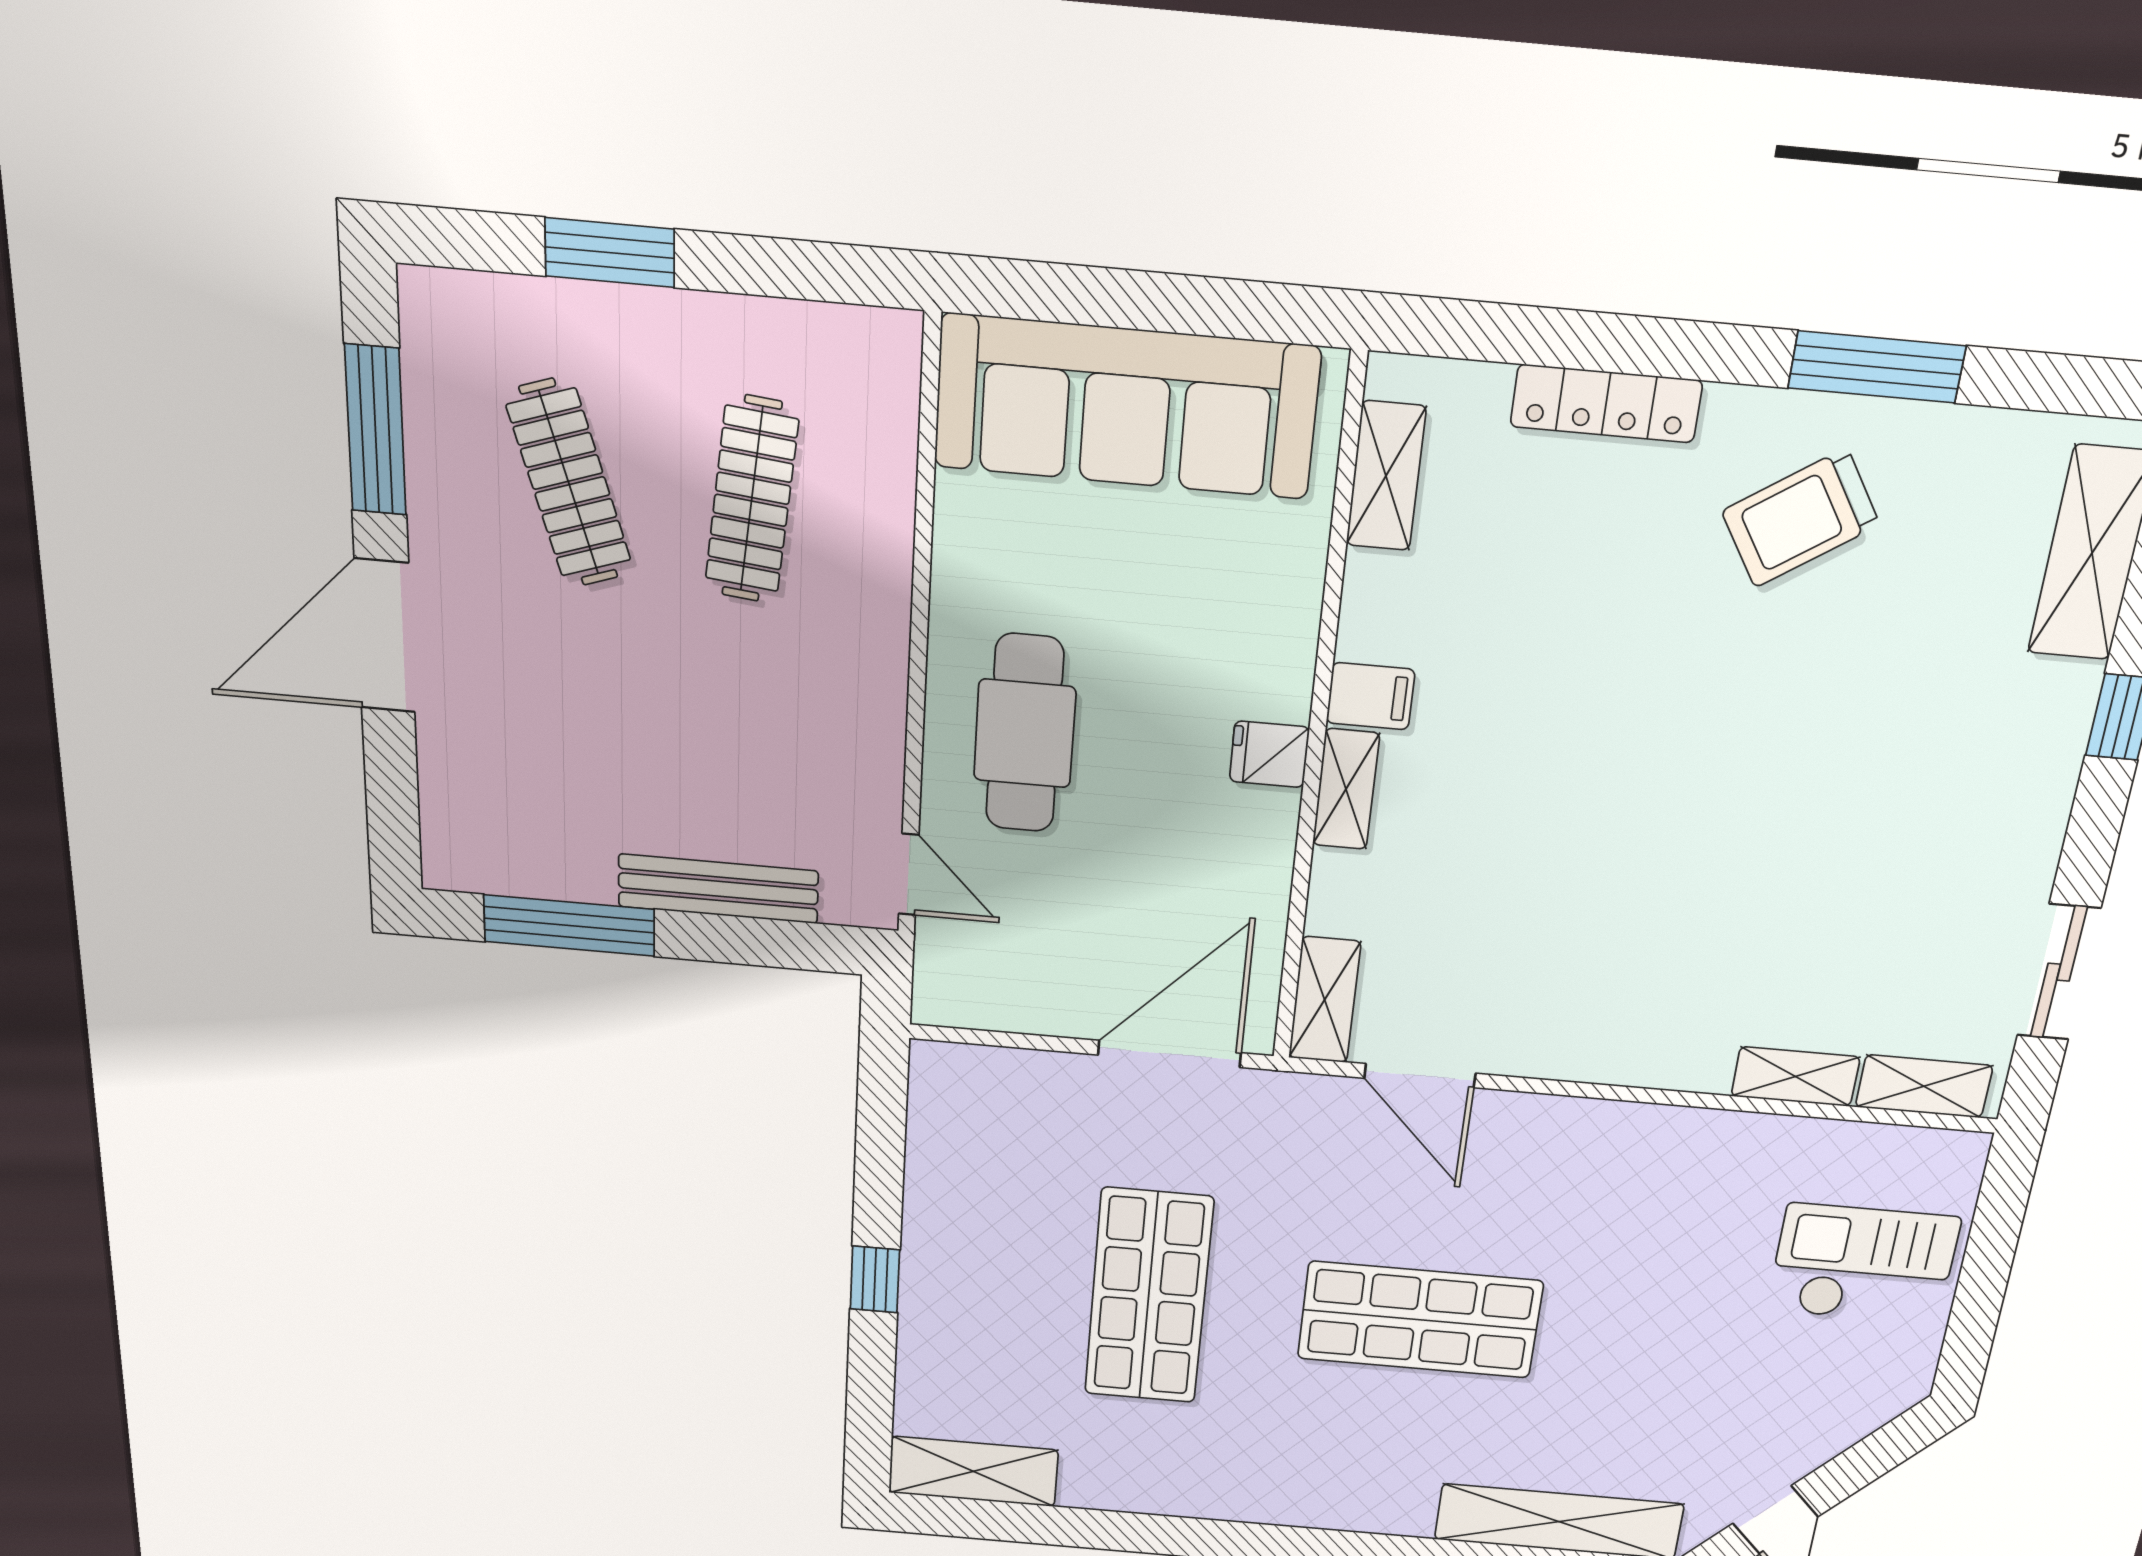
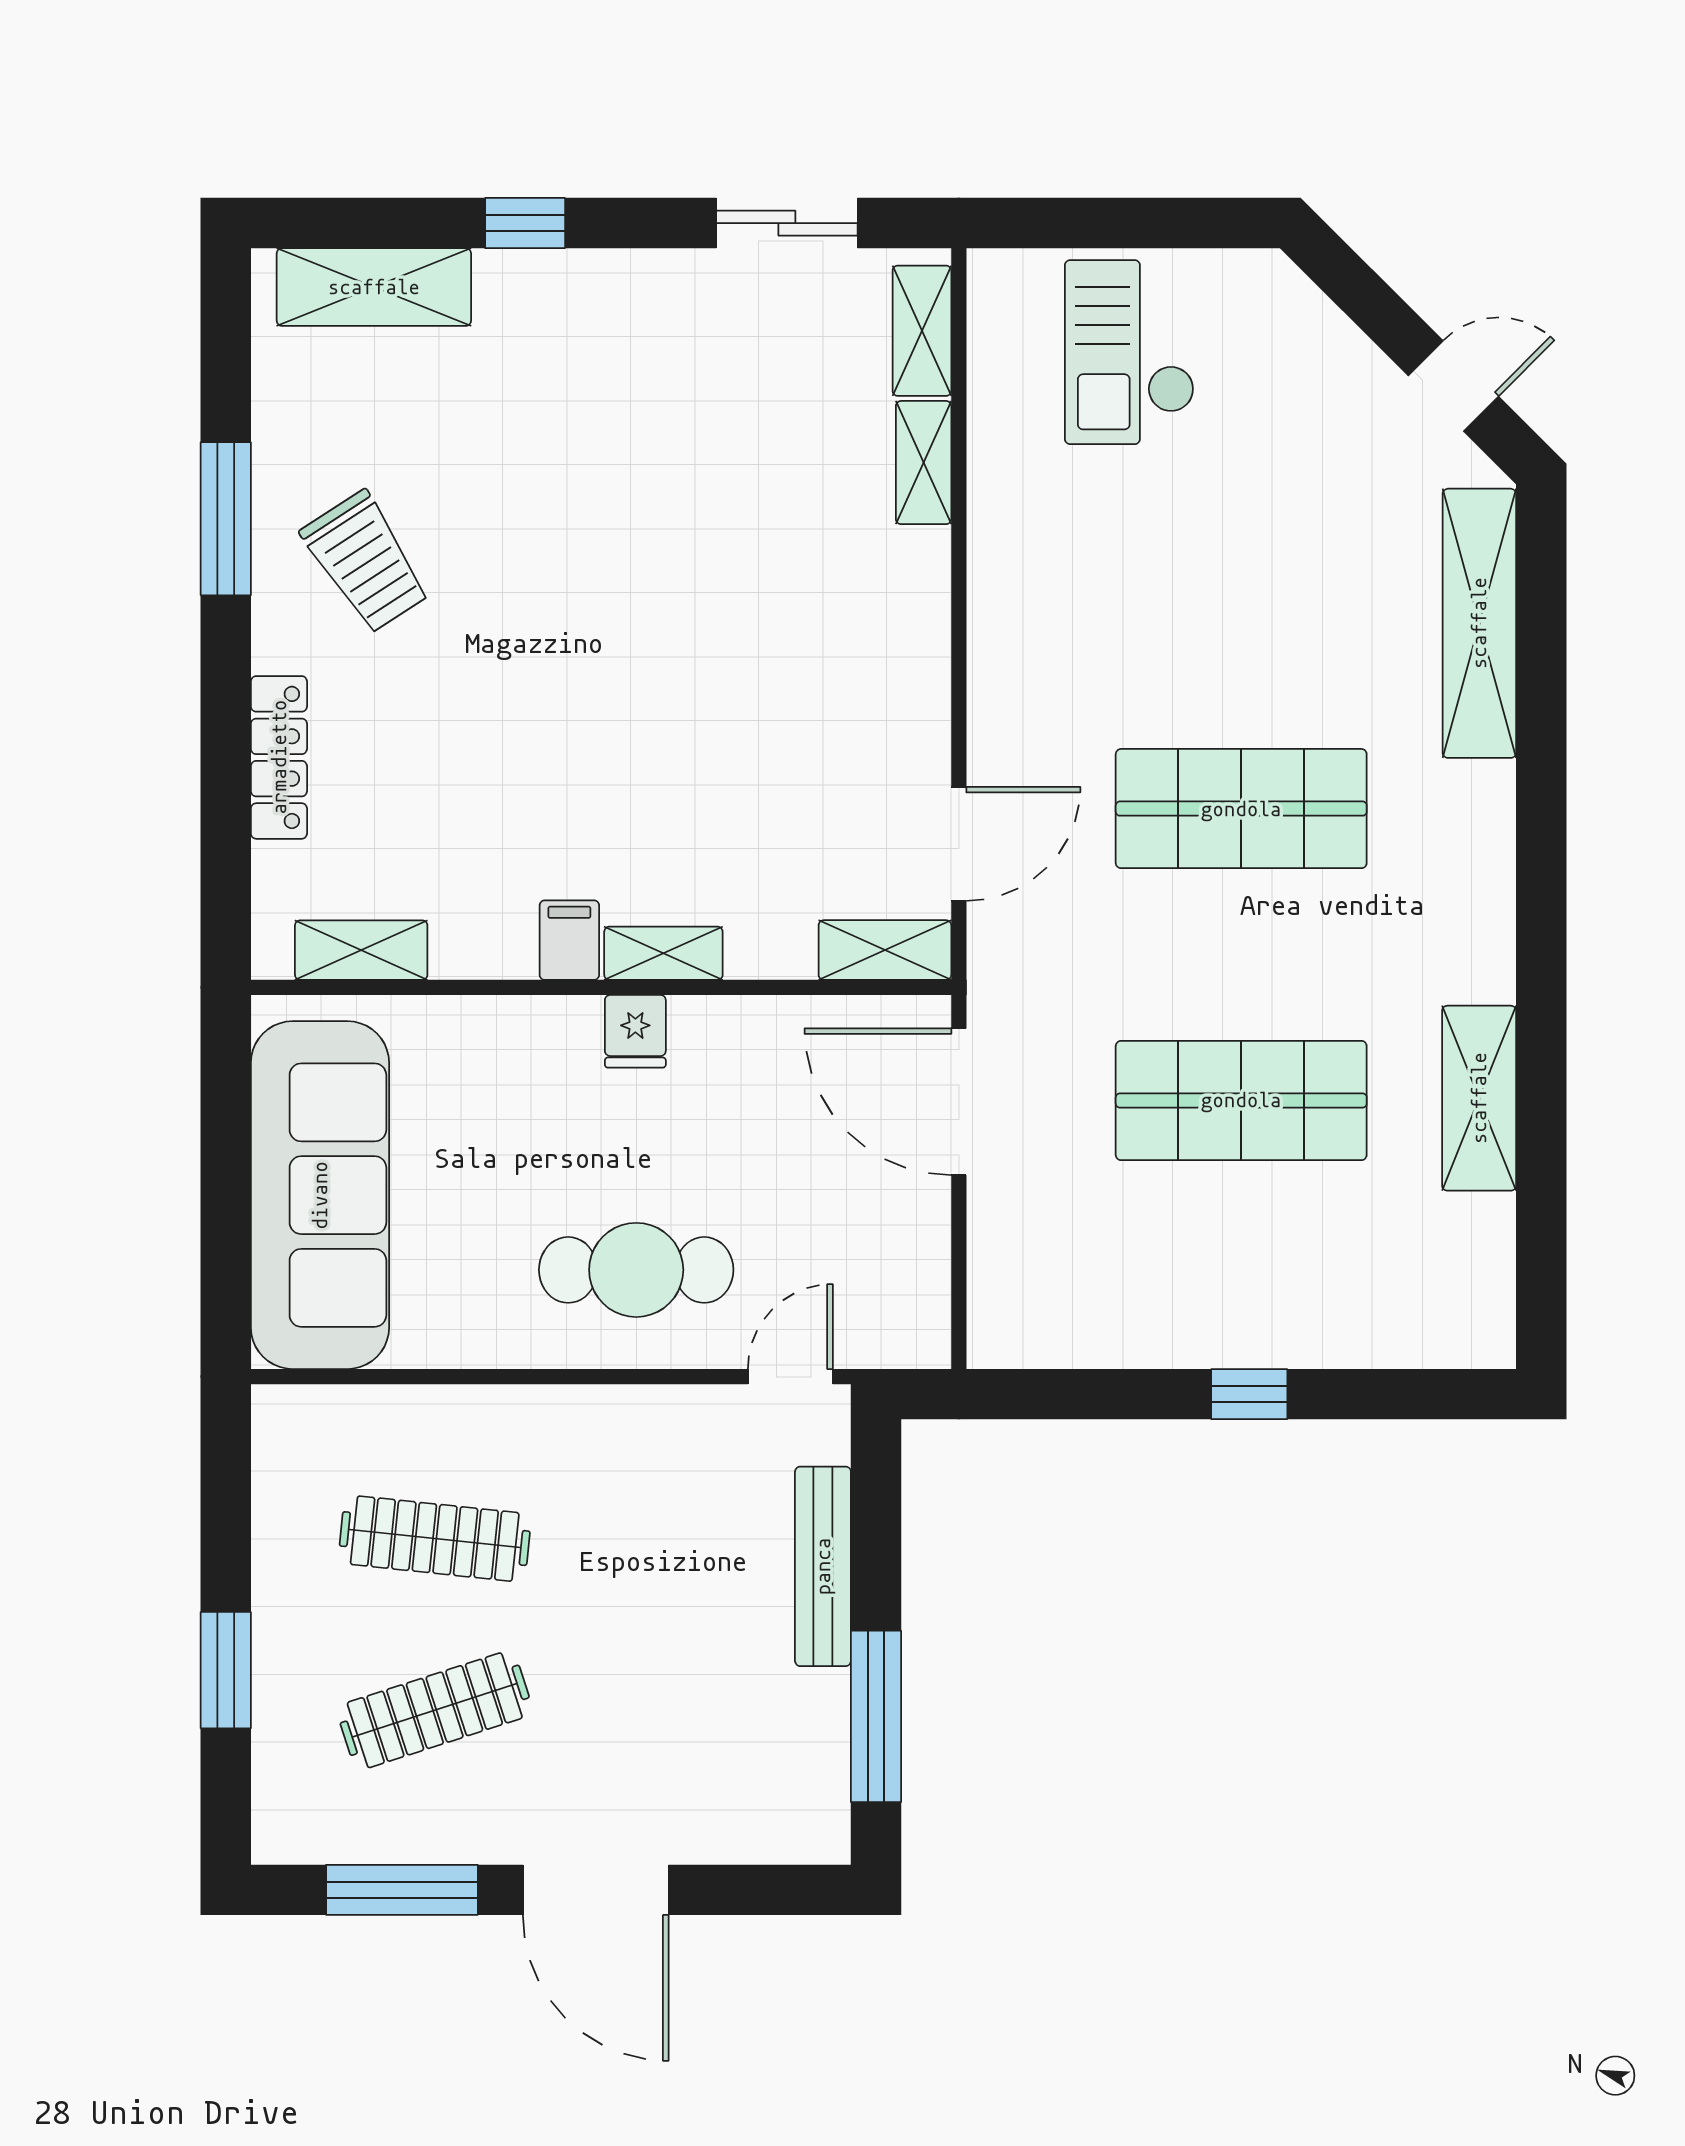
shop shelf: (1420, 1320) -> (1241, 809), turned 90
shelving: (973, 1471) -> (1479, 1098), moved

